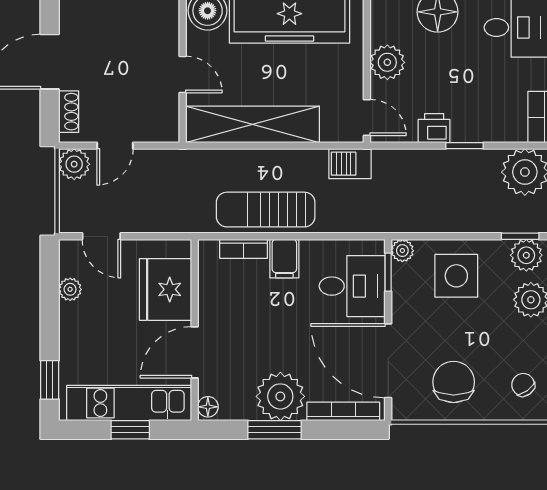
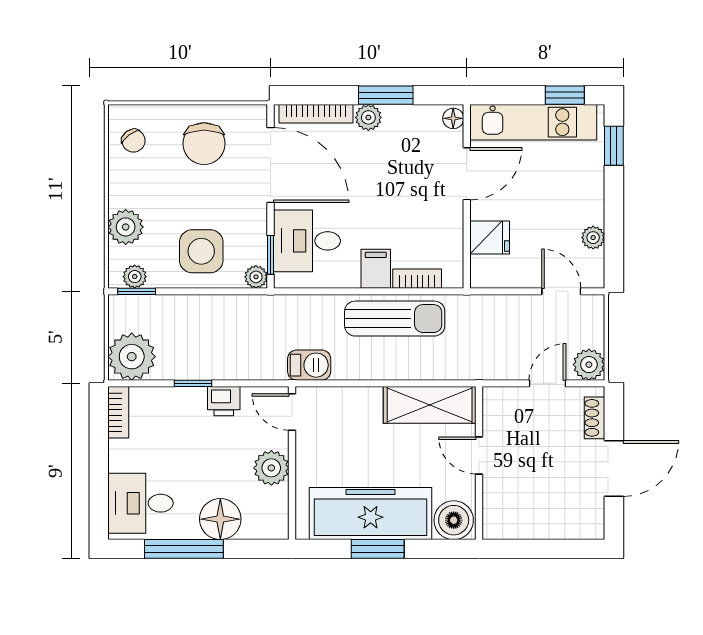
shelving: (253, 124) -> (430, 405), width x0.68
plant: (526, 255) -> (135, 277), width x0.73, depth x0.73
fridge: (166, 289) -> (490, 237), width x0.53, depth x0.75
plant: (280, 396) -> (368, 117), width x0.53, depth x0.53
window: (130, 430) -> (565, 95), moved

